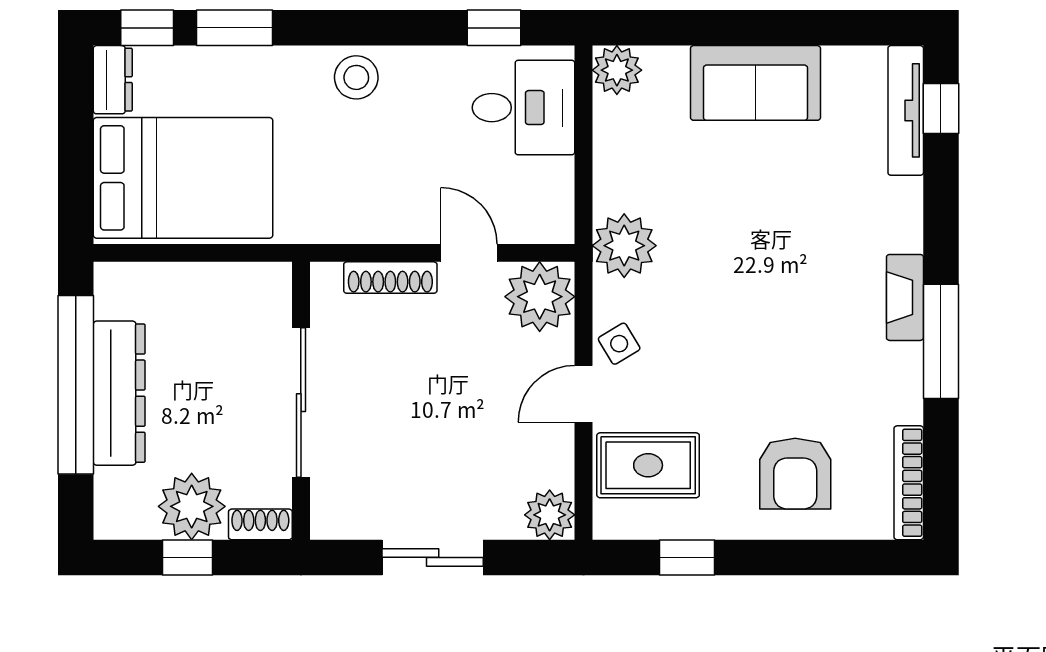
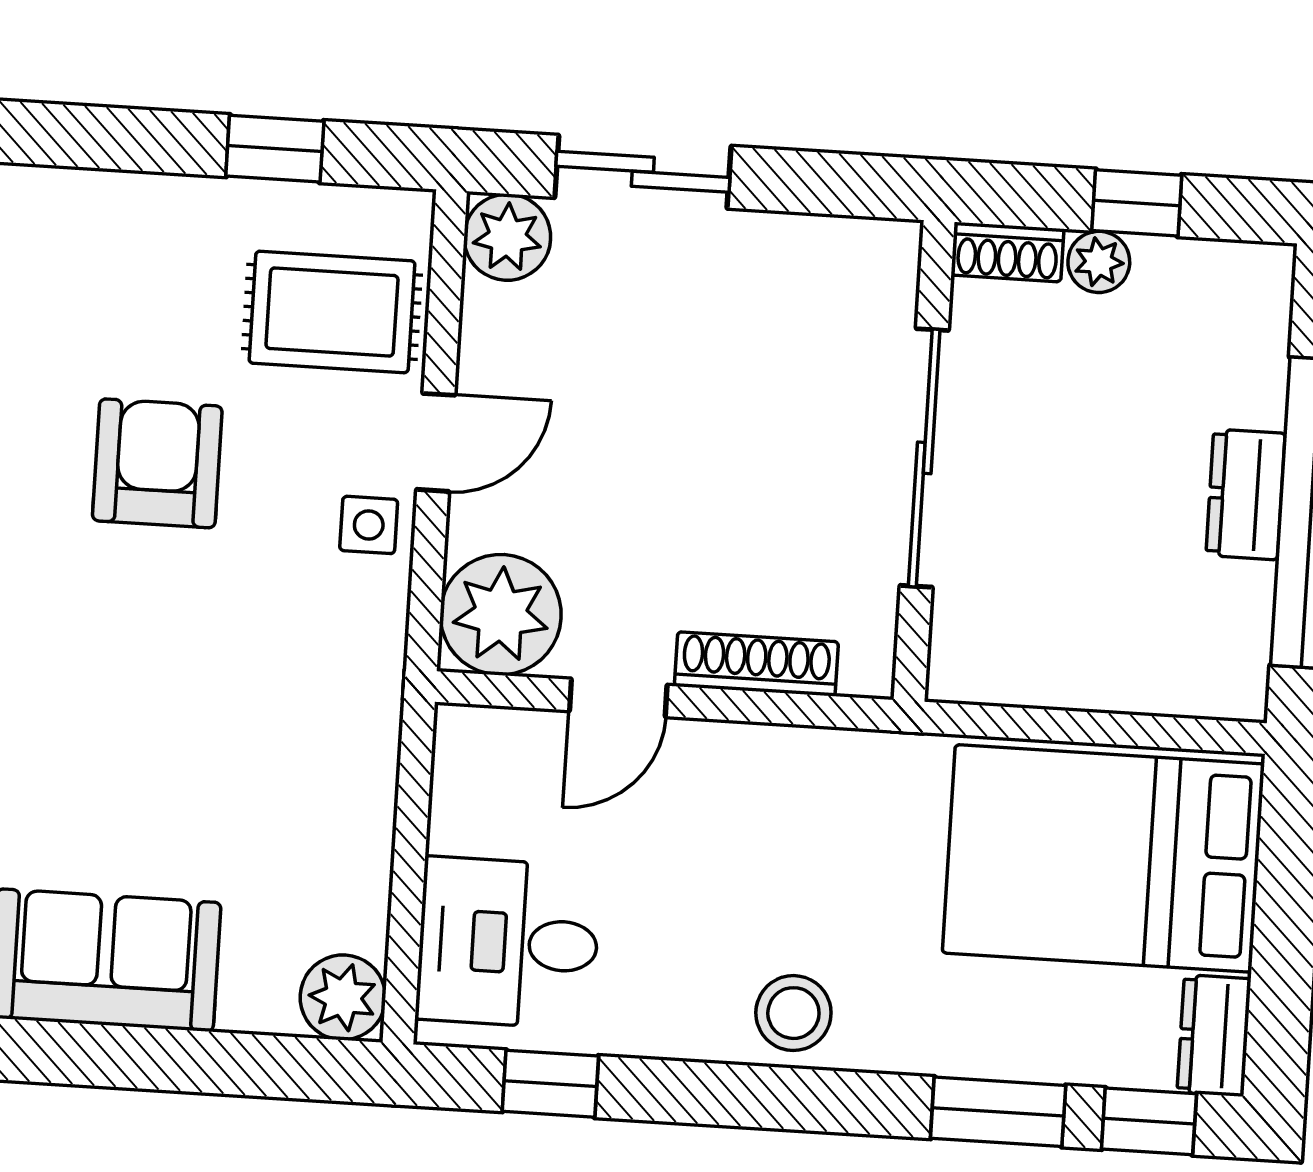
plant: (624, 246) -> (349, 694), removed
door: (469, 253) -> (618, 698), hinge flipped
side table: (619, 344) -> (369, 525), turned 31
dresser: (119, 393) -> (1246, 494), width x0.51, depth x0.80
armchair: (795, 474) -> (157, 463), moved
plant: (192, 506) -> (1099, 262), width x0.53, depth x0.53
sliding door: (433, 557) -> (643, 172), moved

